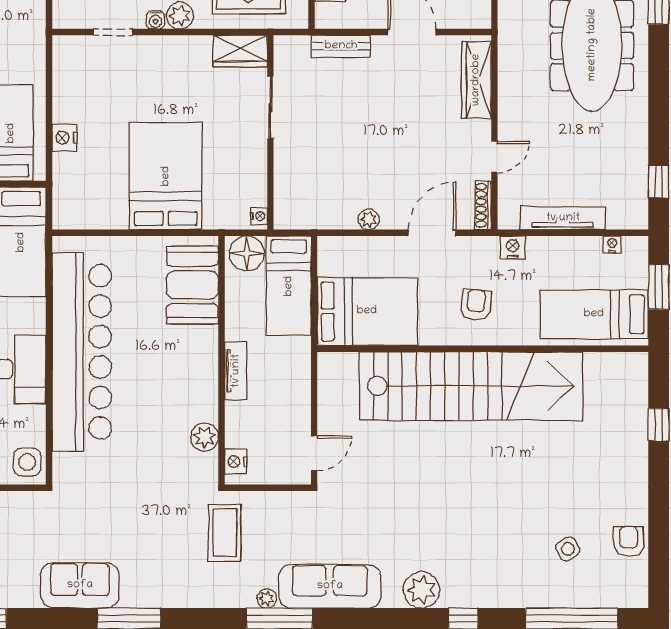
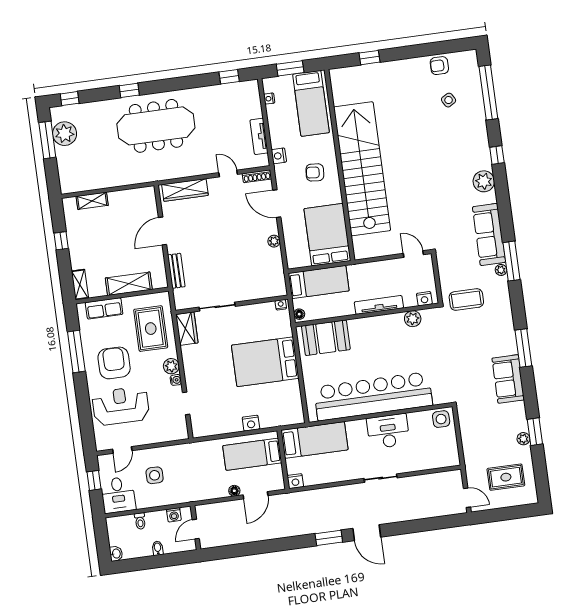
tv unit: (563, 218) -> (259, 136), width x0.71
floor lamp: (247, 253) -> (299, 314), width x0.53, depth x0.53
tv unit: (236, 371) -> (379, 305), width x1.41

